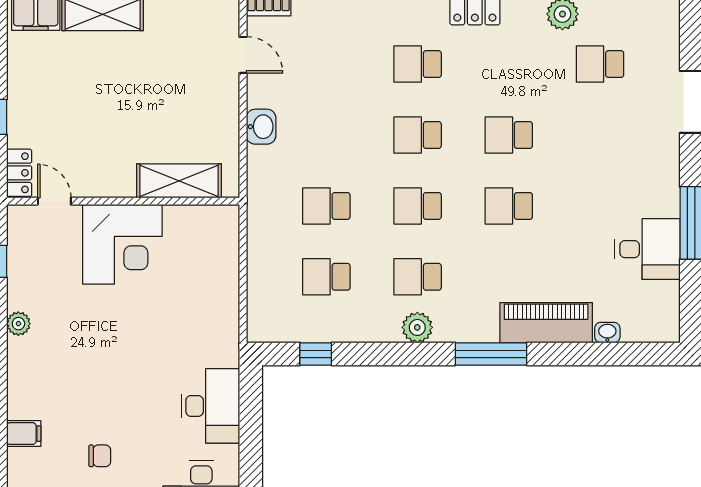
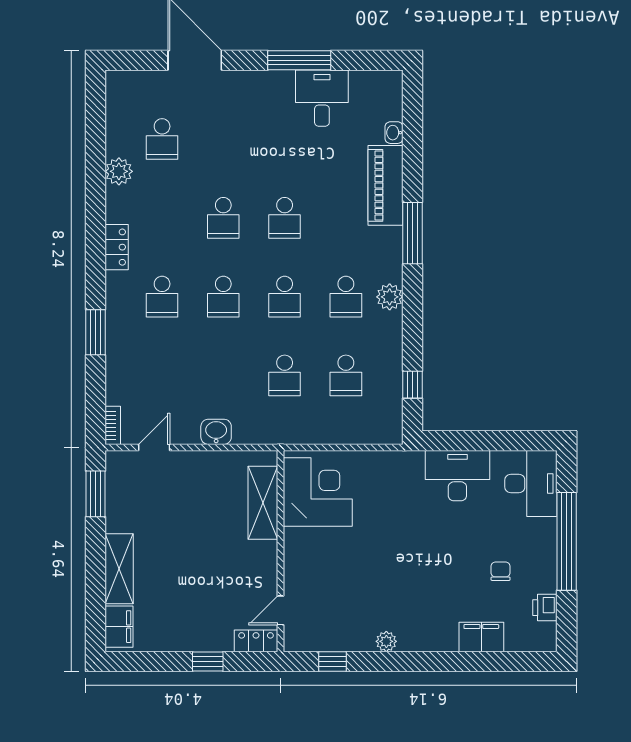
corner desk: (122, 244) -> (318, 492), moved
filing cabinet: (24, 434) -> (481, 637), width x2.00

